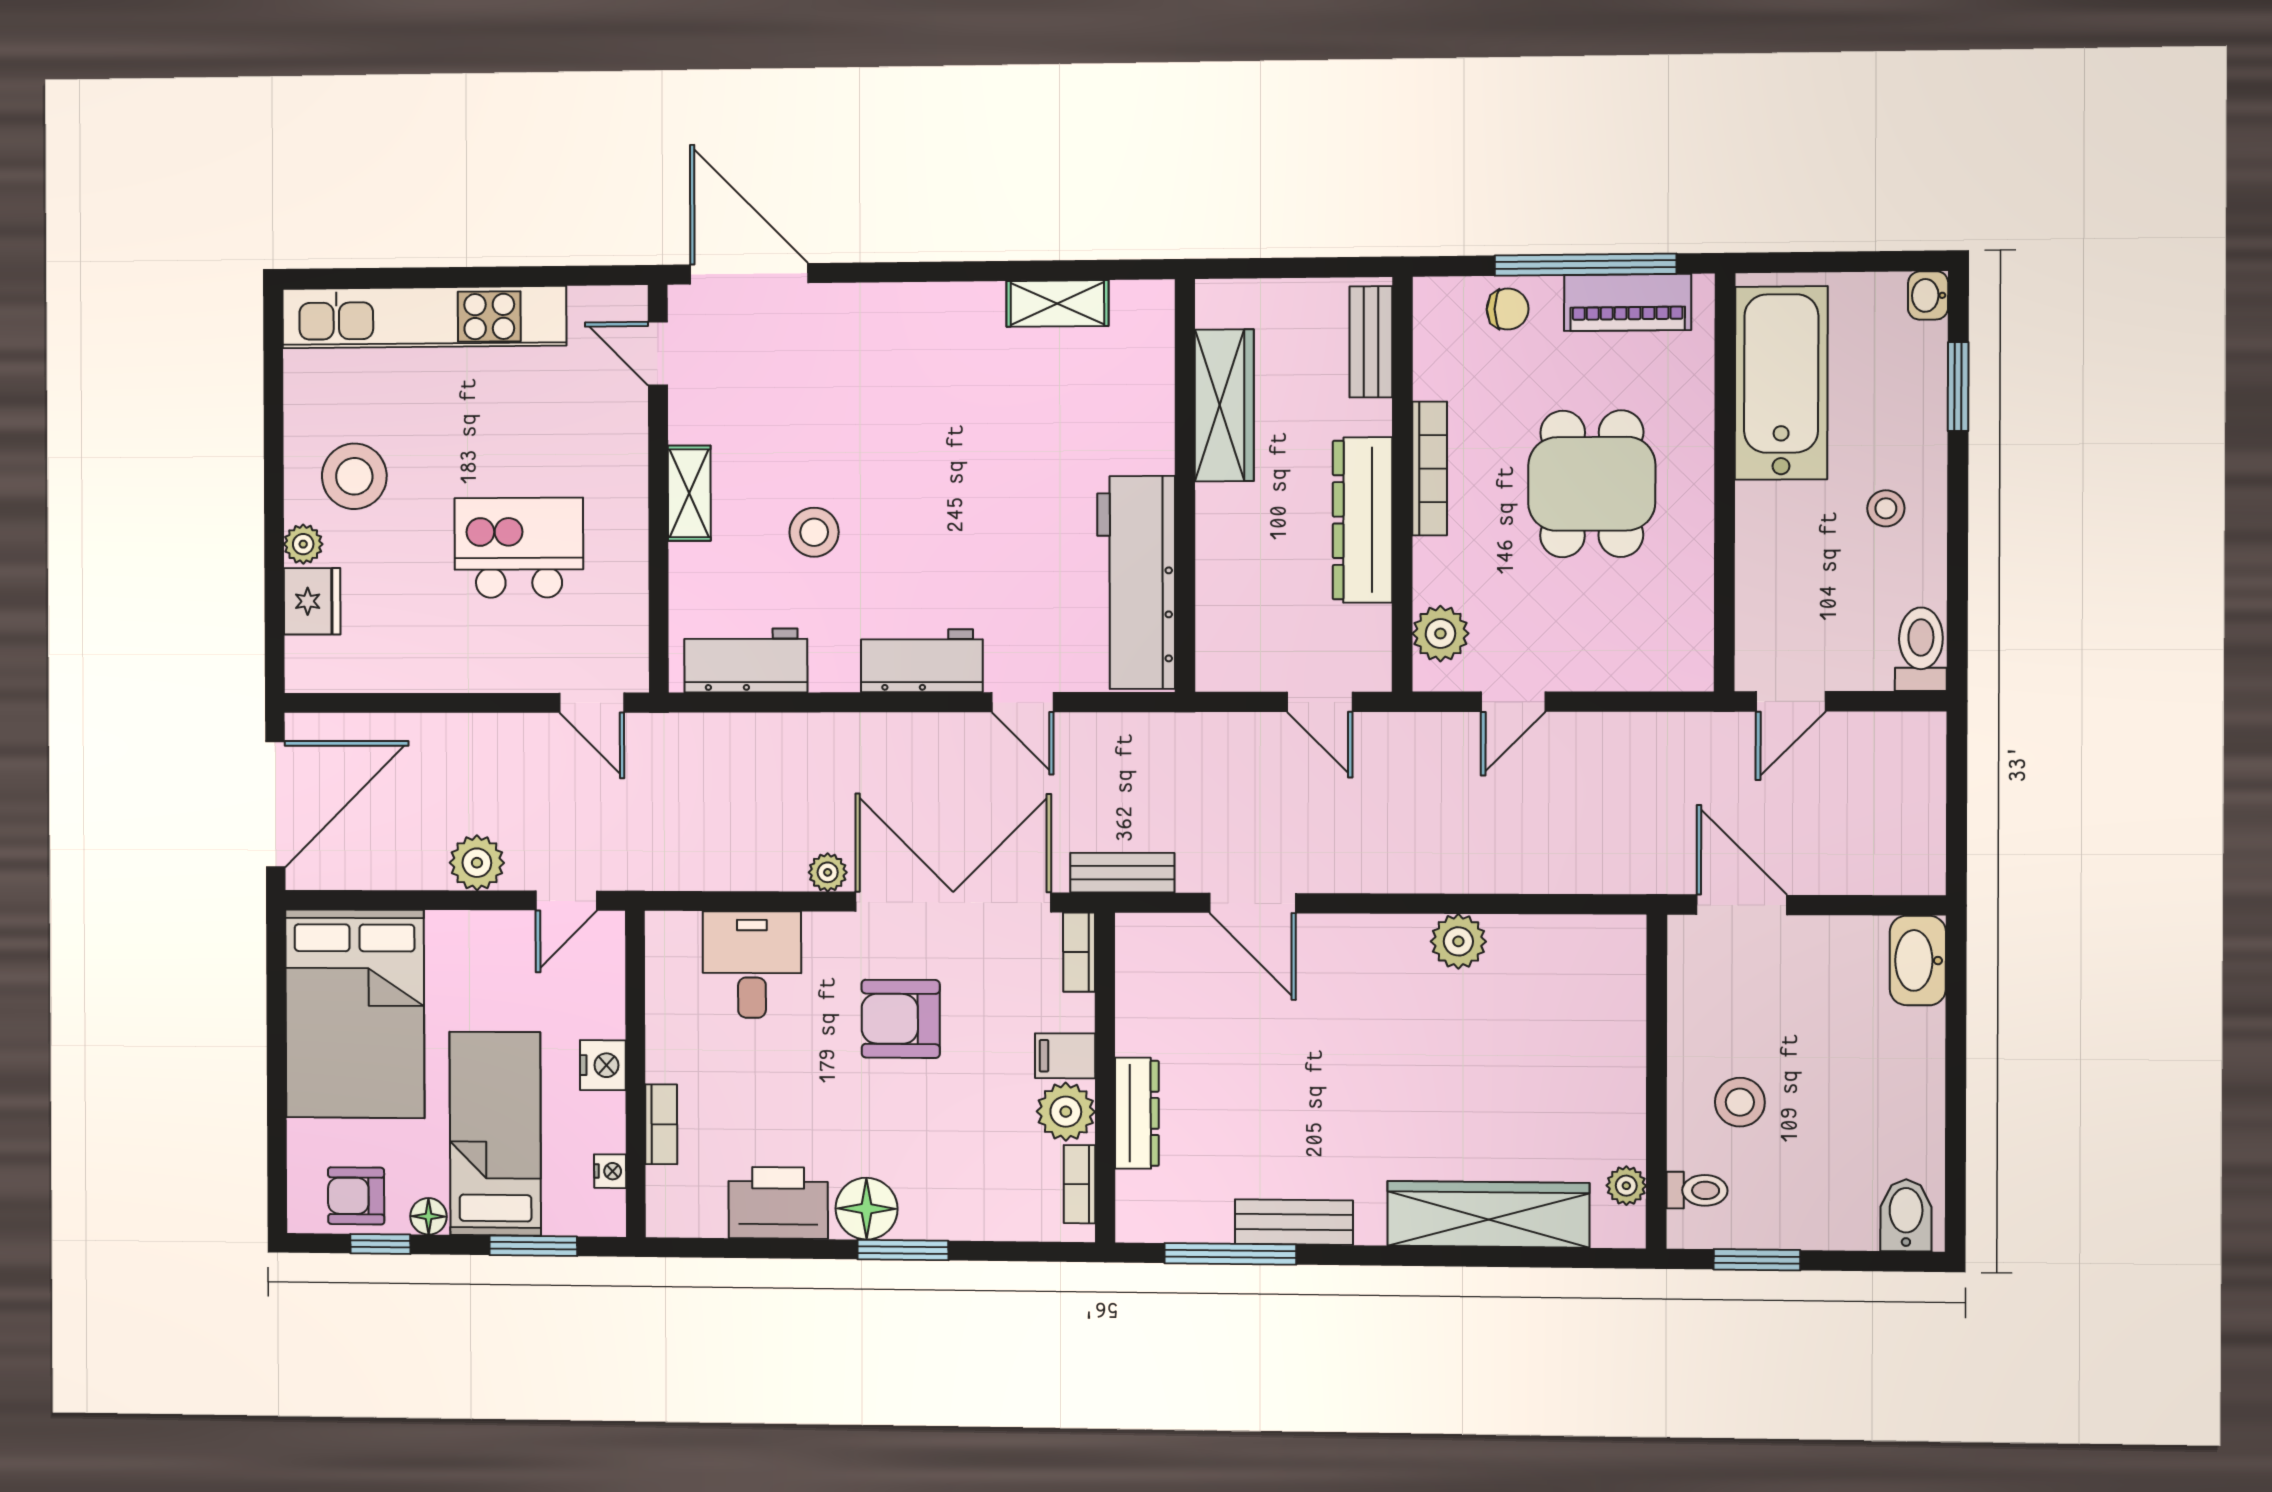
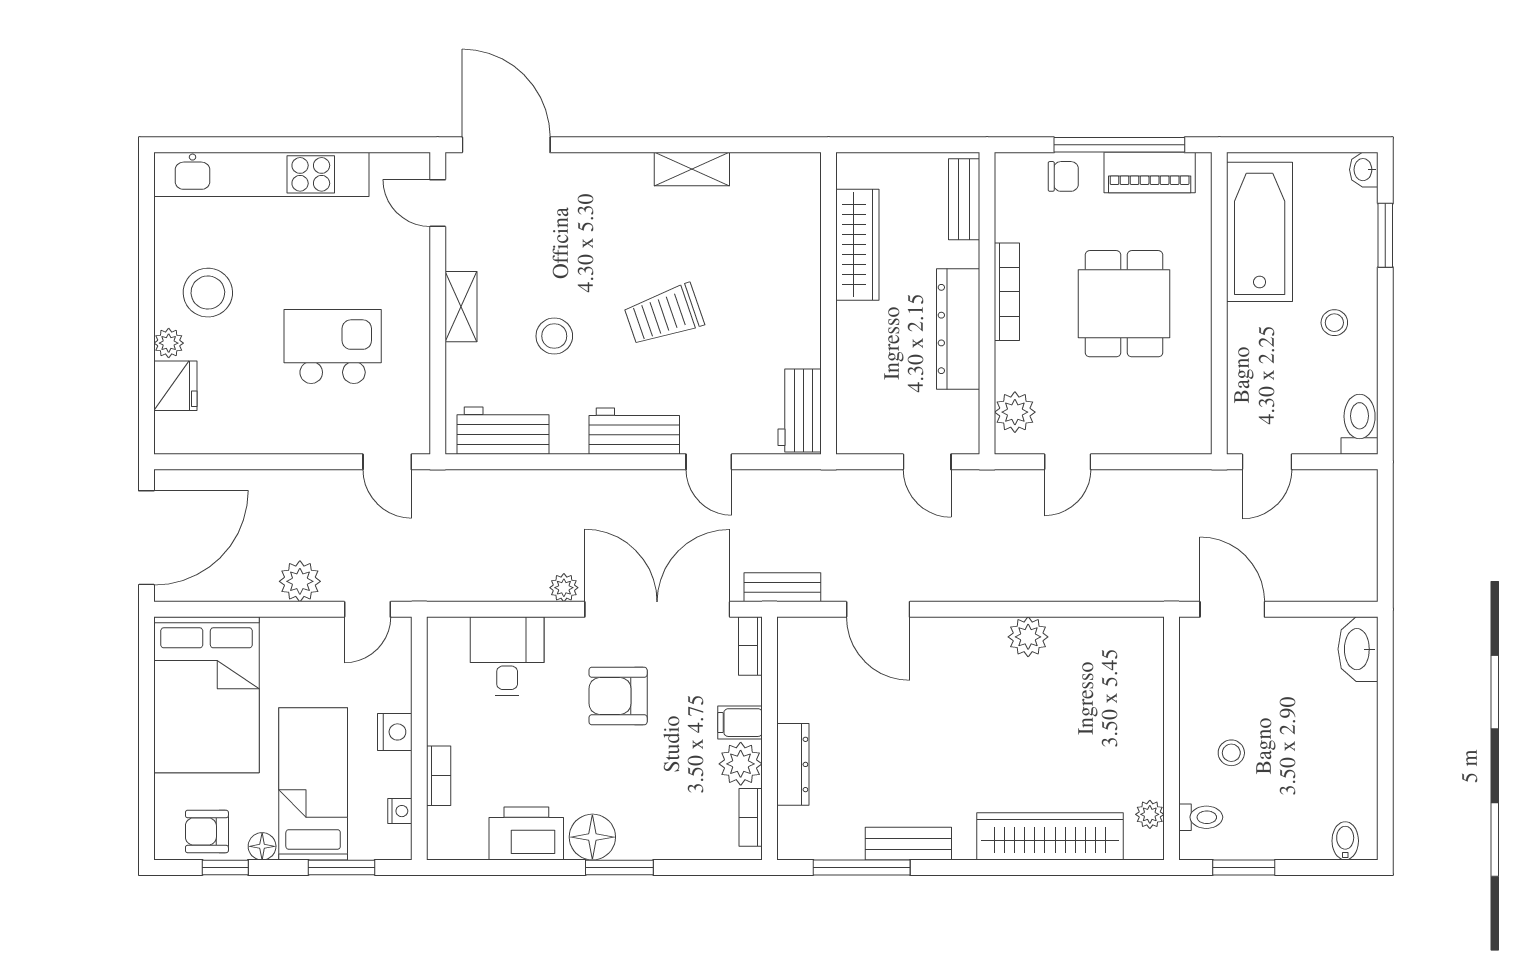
shelving: (1057, 303) -> (692, 169), moved
trolley: (962, 503) -> (664, 315), added
workbench: (1136, 583) -> (800, 411), width x0.53, depth x0.76
stool: (1740, 1102) -> (1231, 753), width x0.73, depth x0.73
bidet: (1906, 1215) -> (1345, 841), width x0.72, depth x0.74

